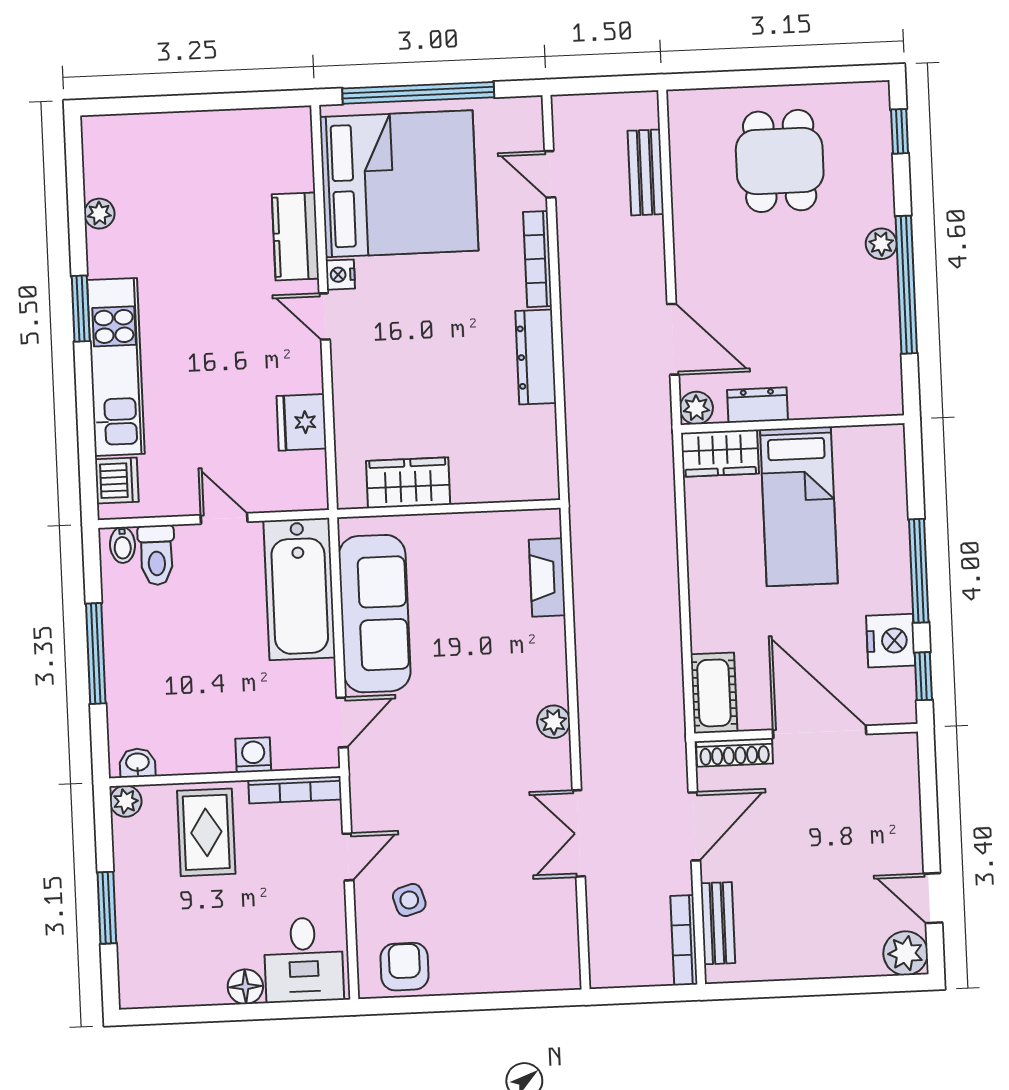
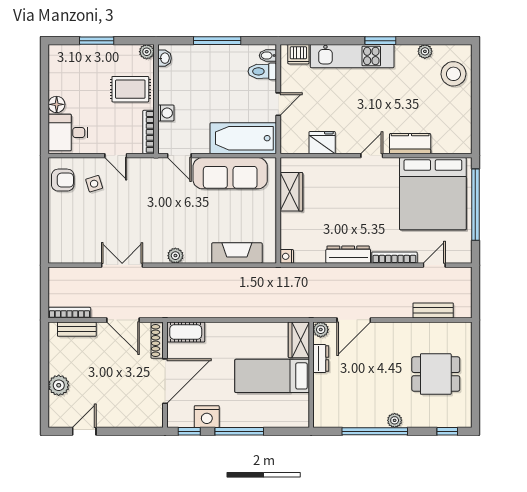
stool: (144, 151) -> (453, 74), added
nightstand: (340, 275) -> (287, 256), moved, turned -90
fireplace: (547, 577) -> (237, 253), width x1.37, depth x1.32
plant: (906, 953) -> (59, 385), moved

